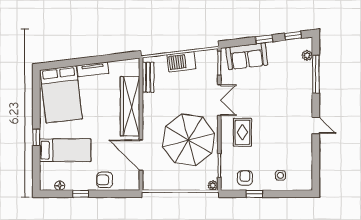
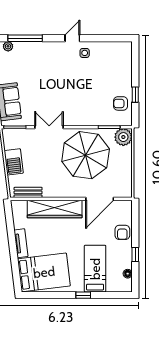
rug: (242, 132) -> (79, 106), removed
side table: (280, 175) -> (85, 53), moved
plant: (213, 185) -> (123, 137), width x1.88, depth x1.88

